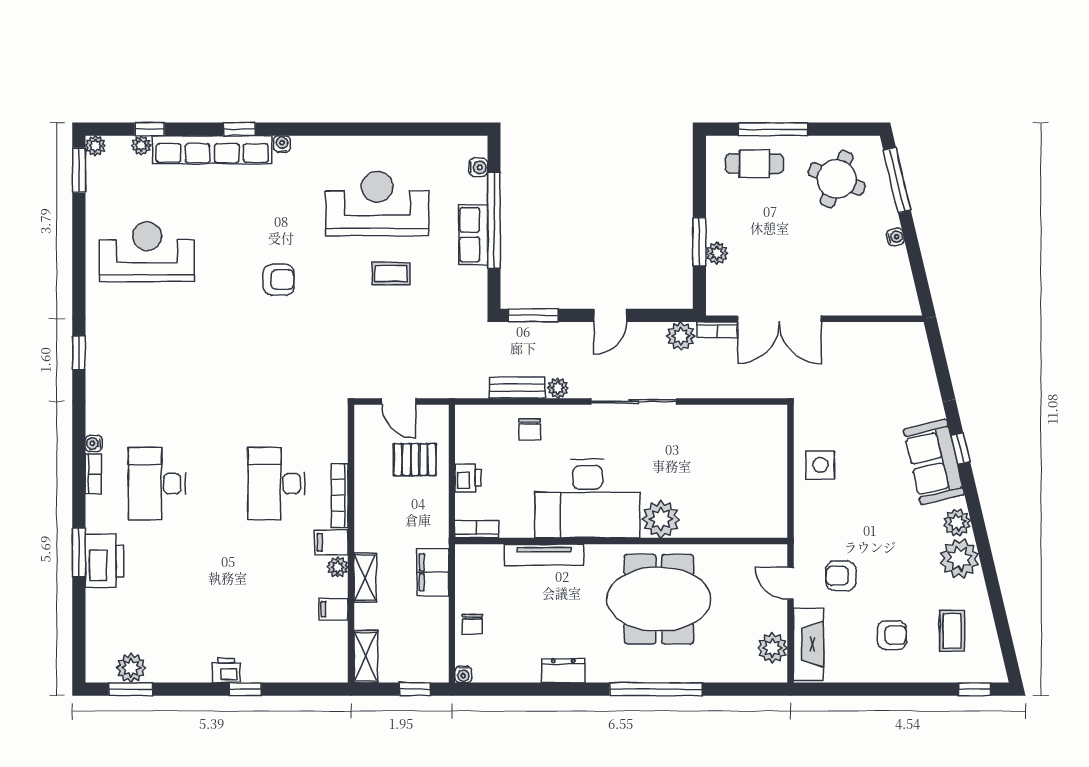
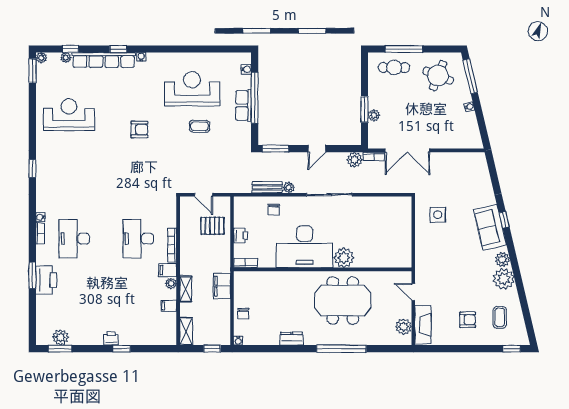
side table: (820, 465) -> (438, 215), moved
tv unit: (544, 555) -> (281, 277), removed
armchair: (841, 576) -> (440, 288), removed

